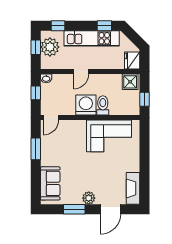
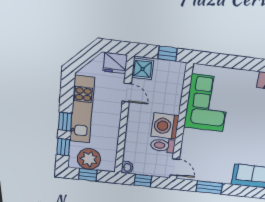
window: (104, 26) -> (65, 122), moved
door: (81, 72) -> (127, 93), moved
toilet: (103, 105) -> (163, 145), moved

